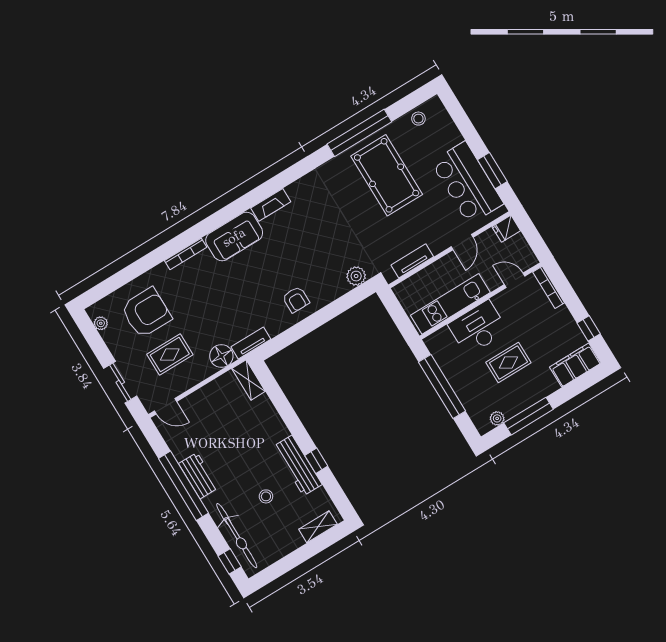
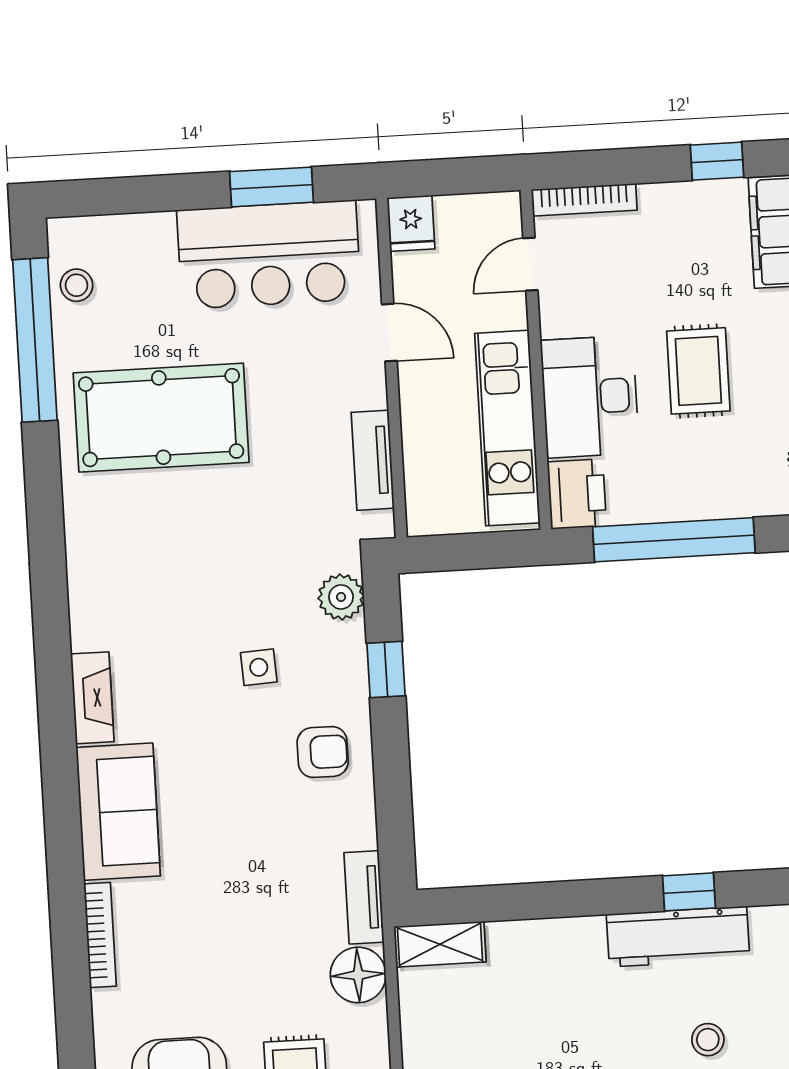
window: (359, 133) -> (35, 340), moved
side table: (314, 260) -> (259, 667), added
window: (338, 307) -> (386, 670), added
printer: (440, 342) -> (577, 494), added

